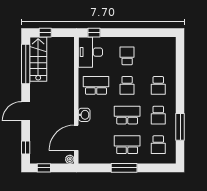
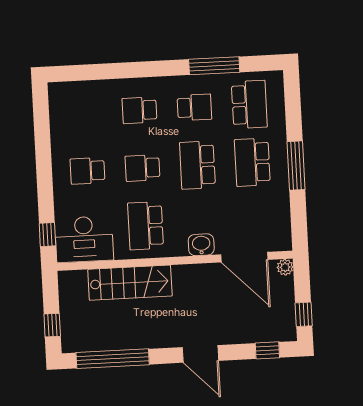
stairs: (38, 59) -> (130, 283), moved, turned 180
school desk: (127, 85) -> (142, 168), turned 180
school desk: (158, 85) -> (139, 110), turned 180
school desk: (158, 145) -> (249, 104), width x1.85

